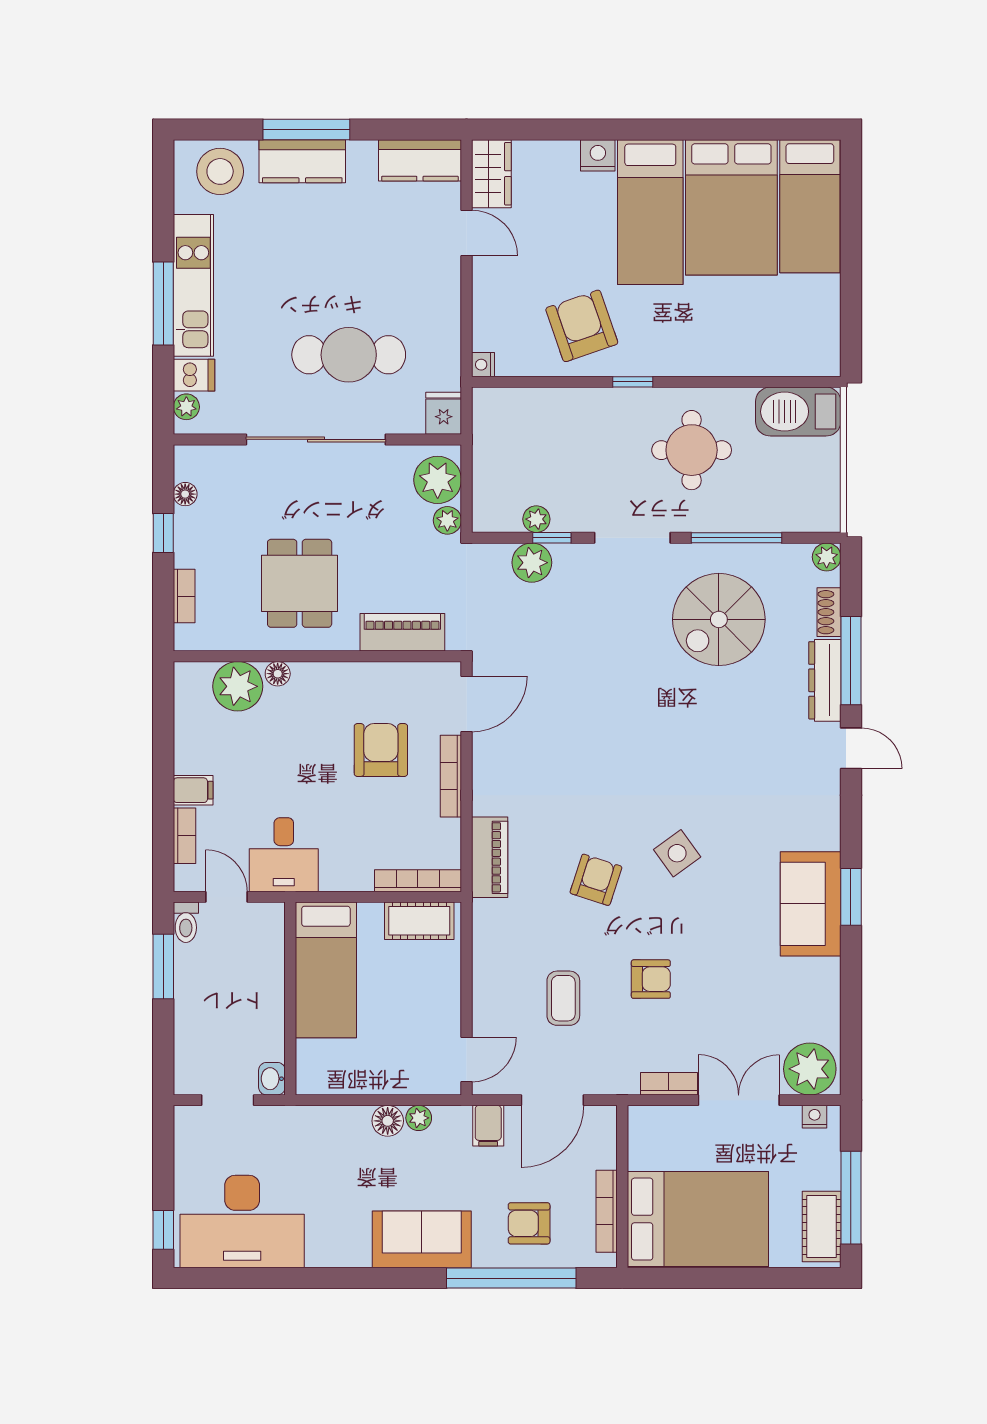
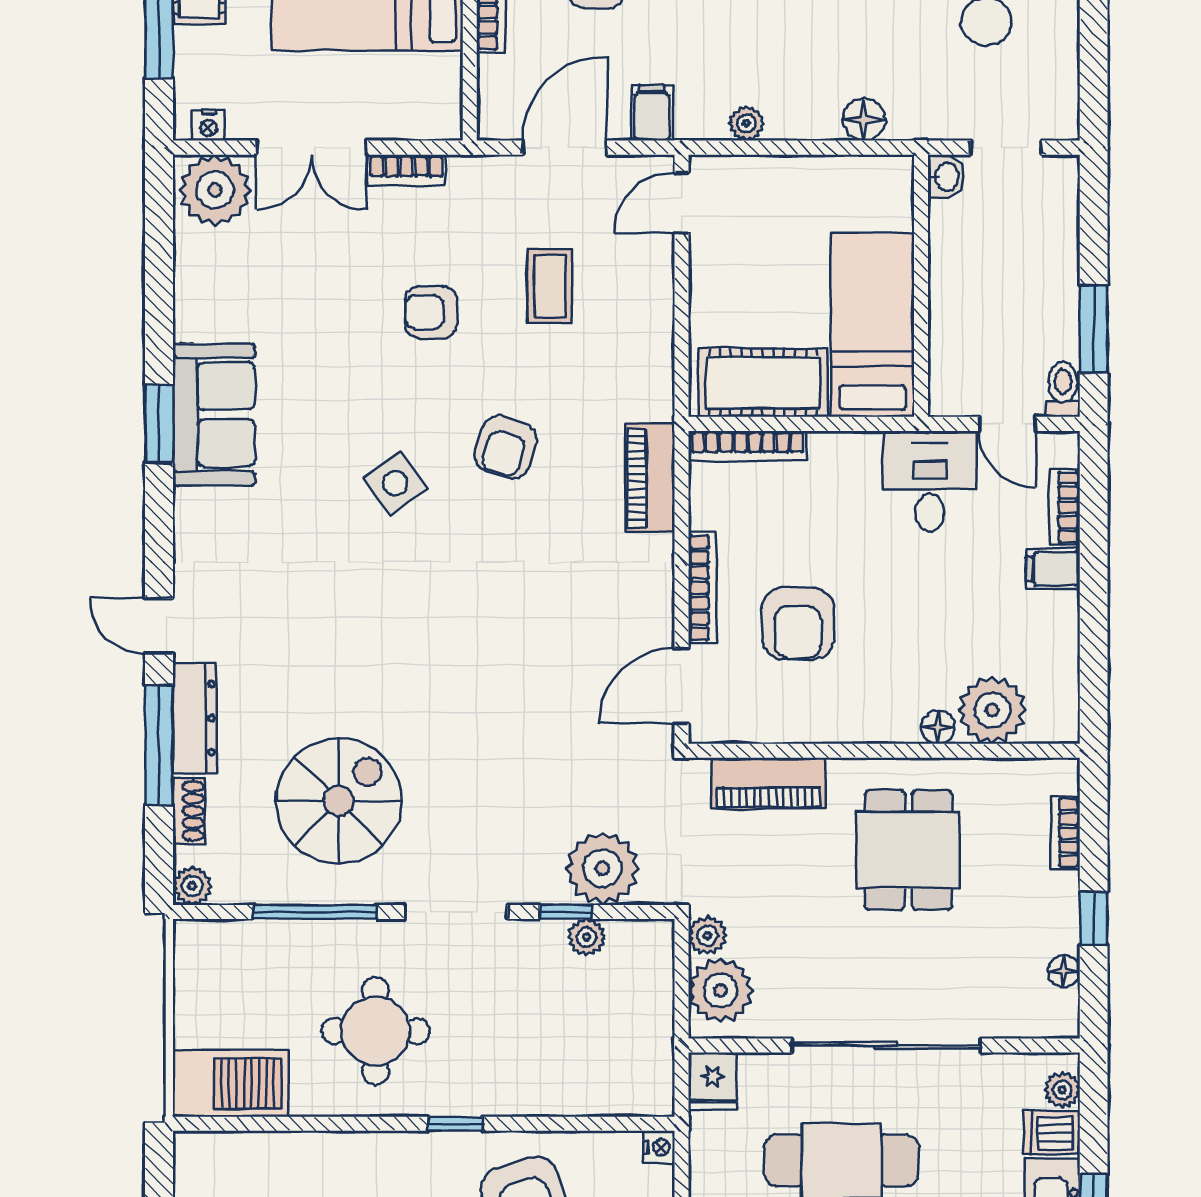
plant: (532, 563) -> (602, 868), width x1.36, depth x1.36
cot: (419, 921) -> (763, 383), width x1.37, depth x1.34
floor lamp: (388, 1121) -> (864, 120), moved

